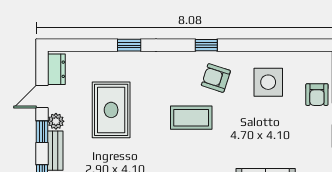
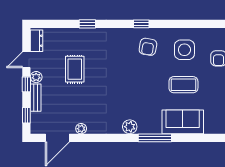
armchair: (216, 78) -> (148, 47), turned -98
rug: (111, 110) -> (75, 69), width x0.73, depth x0.70
coffee table: (191, 118) -> (183, 85), moved

